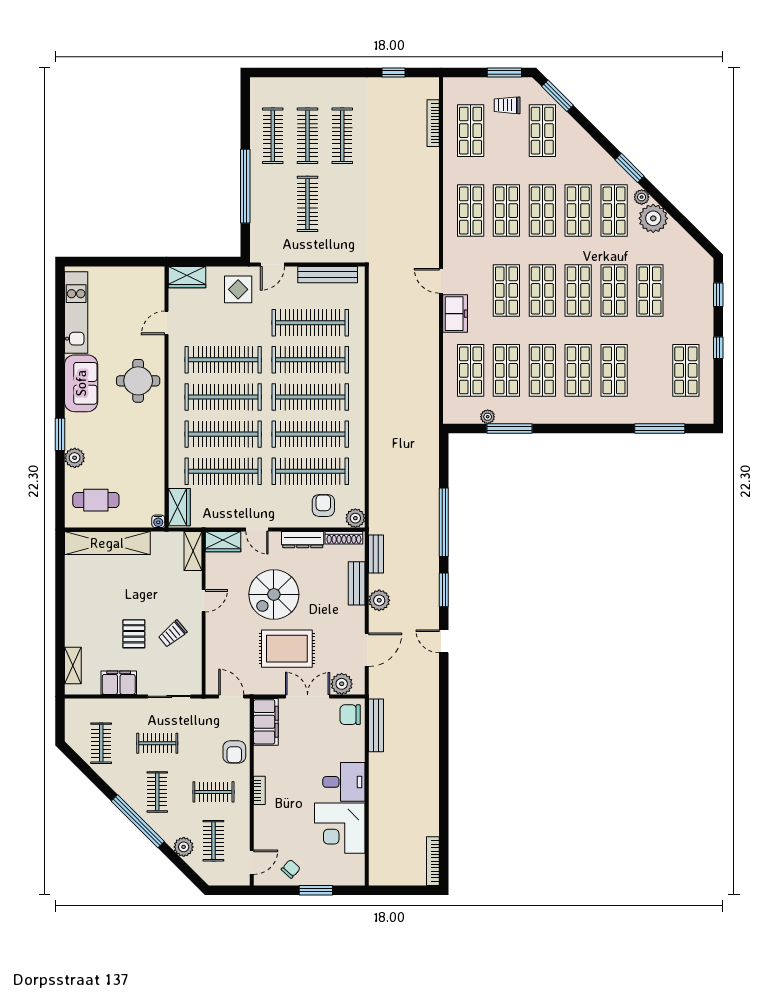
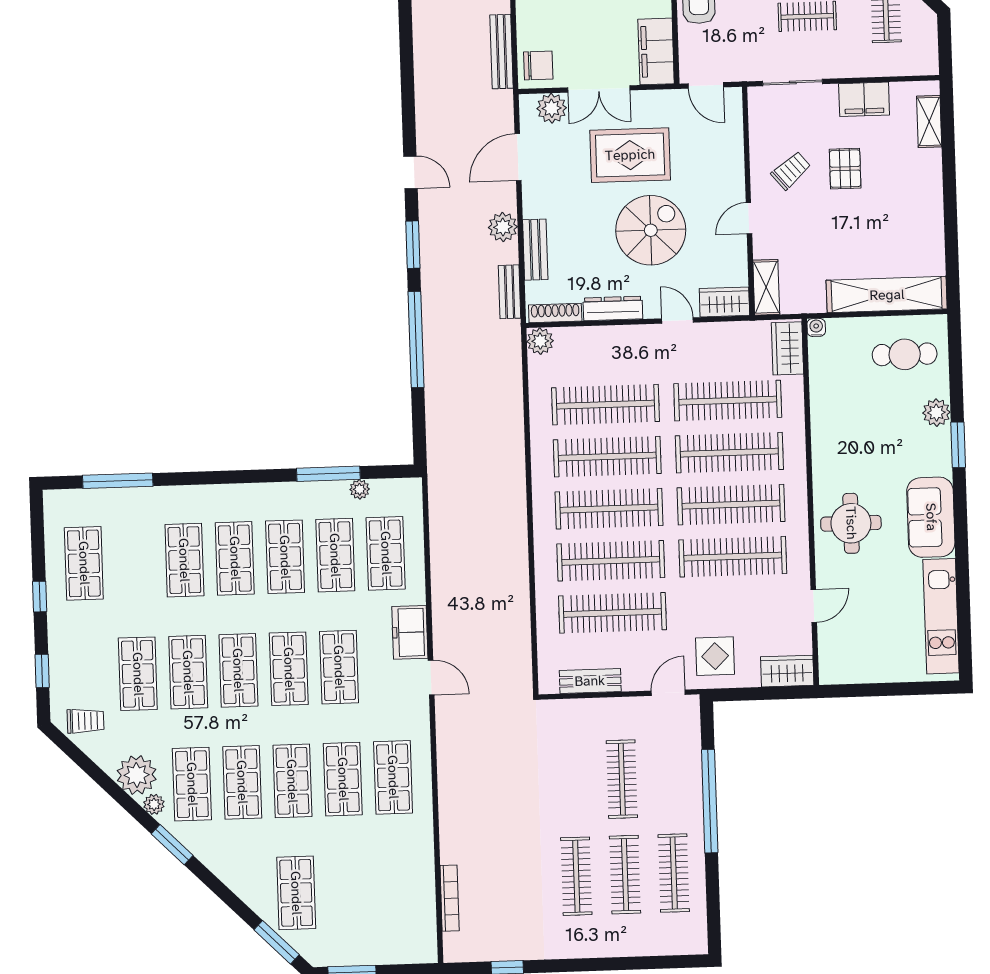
trolley: (507, 105) -> (86, 721), moved
shop shelf: (471, 131) -> (397, 889), removed
bench: (328, 275) -> (590, 681), width x0.73
armchair: (323, 506) -> (586, 357), removed

